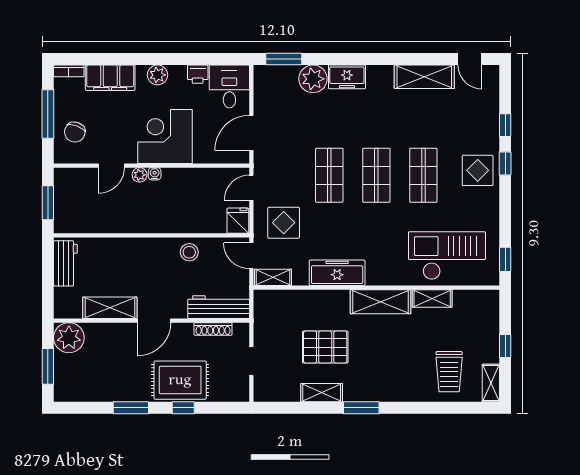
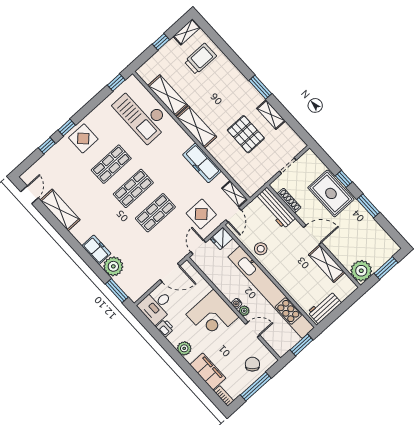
chair: (75, 132) -> (252, 364), turned -68
door: (251, 188) -> (198, 247), swing flipped
kitchen unit: (133, 221) -> (271, 292), added
shelving: (432, 298) -> (168, 95), width x1.50, depth x1.33

